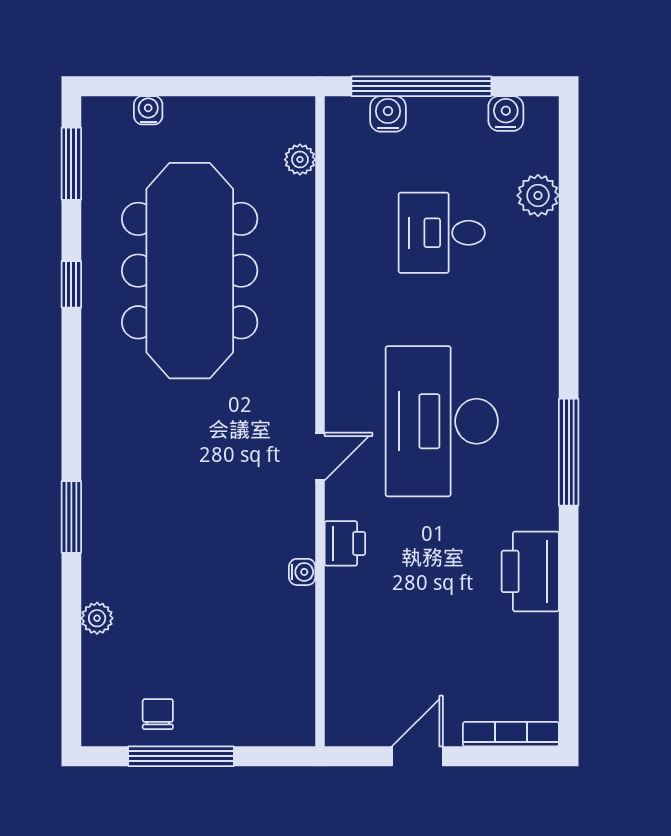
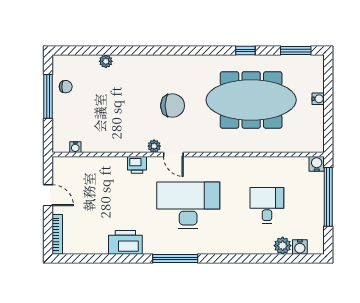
water cooler: (148, 110) -> (318, 99), moved
water cooler: (506, 113) -> (300, 247), moved, turned 90
water cooler: (388, 114) -> (317, 164), moved, turned -90
plant: (300, 160) -> (154, 146), moved
chair: (203, 459) -> (173, 106), added
window: (71, 517) -> (148, 51), removed
water cooler: (302, 572) -> (75, 147), moved

